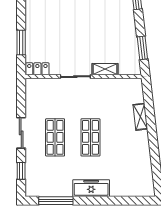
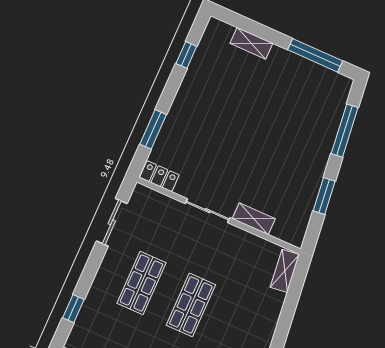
window: (142, 48) -> (324, 196), moved
shelving: (140, 117) -> (285, 271), moved
sliding door: (21, 133) -> (112, 222), moved

